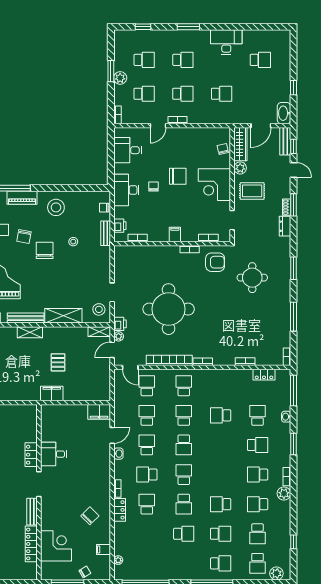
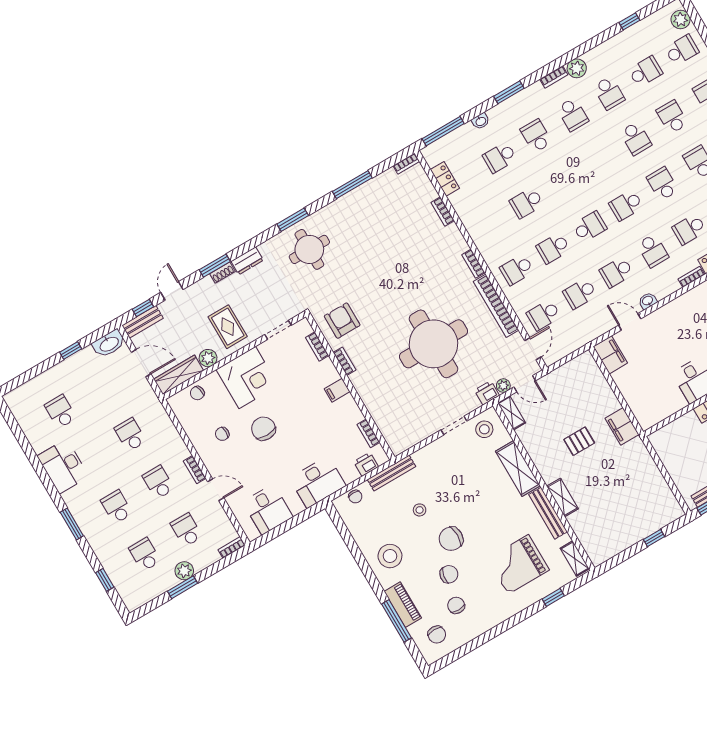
chair: (154, 187) -> (222, 434), moved
bench: (106, 233) -> (391, 473), width x1.36
round table: (252, 278) -> (309, 249), moved
school desk: (221, 415) -> (526, 203), turned 90
school desk: (184, 504) -> (662, 184), turned -90

